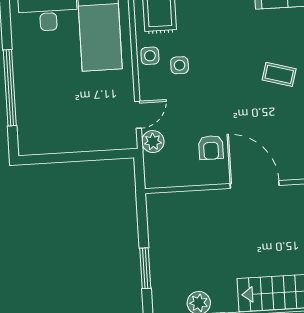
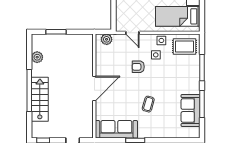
plant: (153, 142) -> (107, 39), moved
armchair: (211, 148) -> (138, 67), moved

